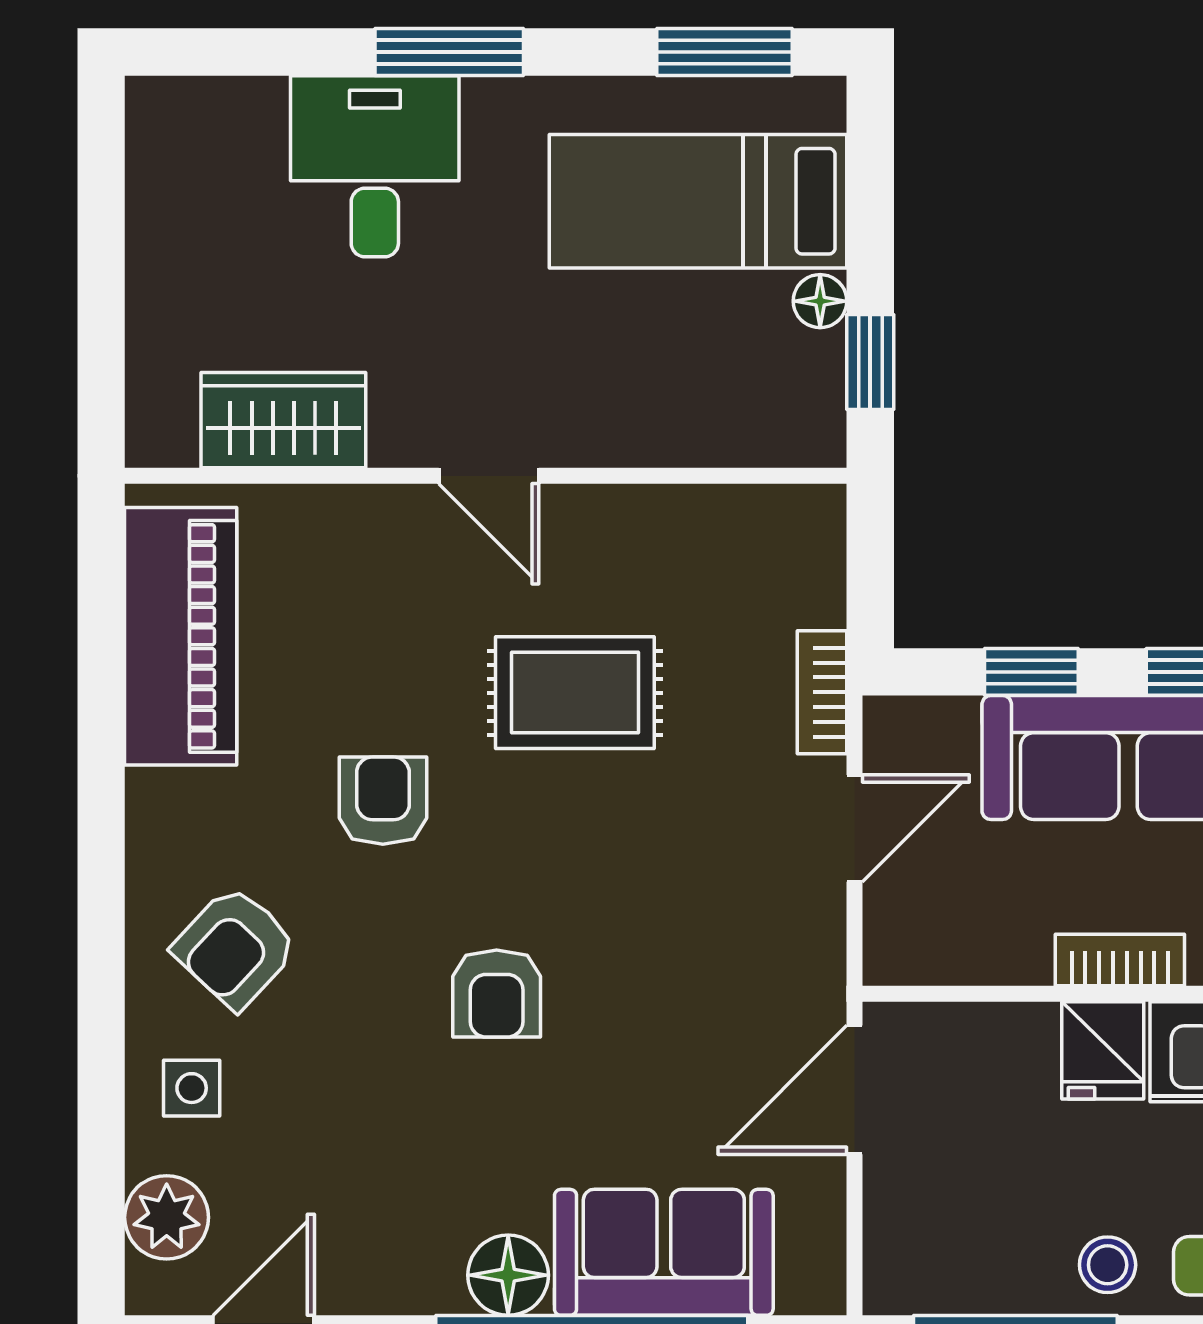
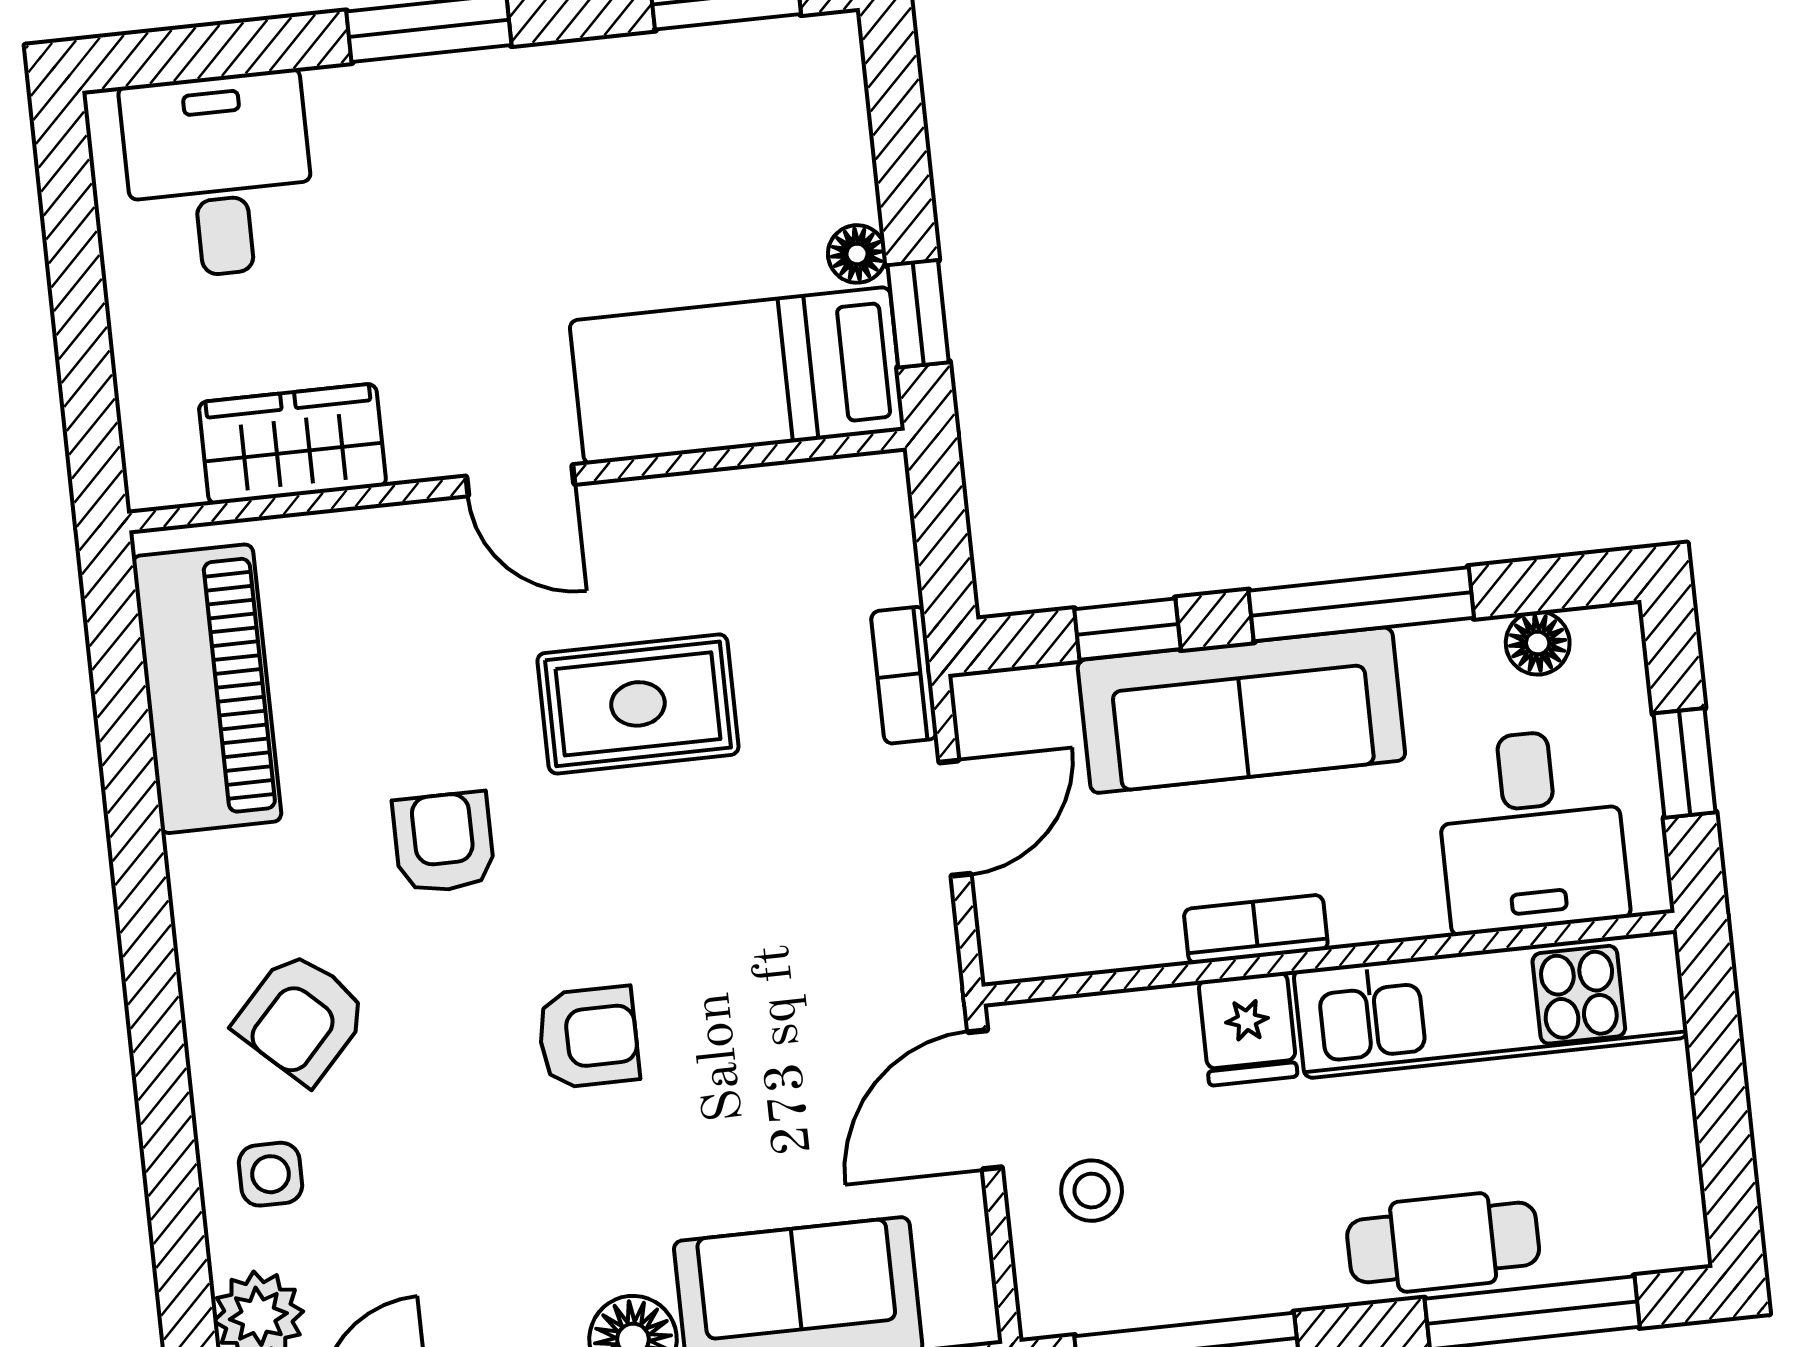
desk: (375, 166) -> (219, 175), moved
bed: (698, 201) -> (737, 376), moved
armchair: (497, 994) -> (588, 1037), turned -90
stool: (1108, 1265) -> (1092, 1191), moved

